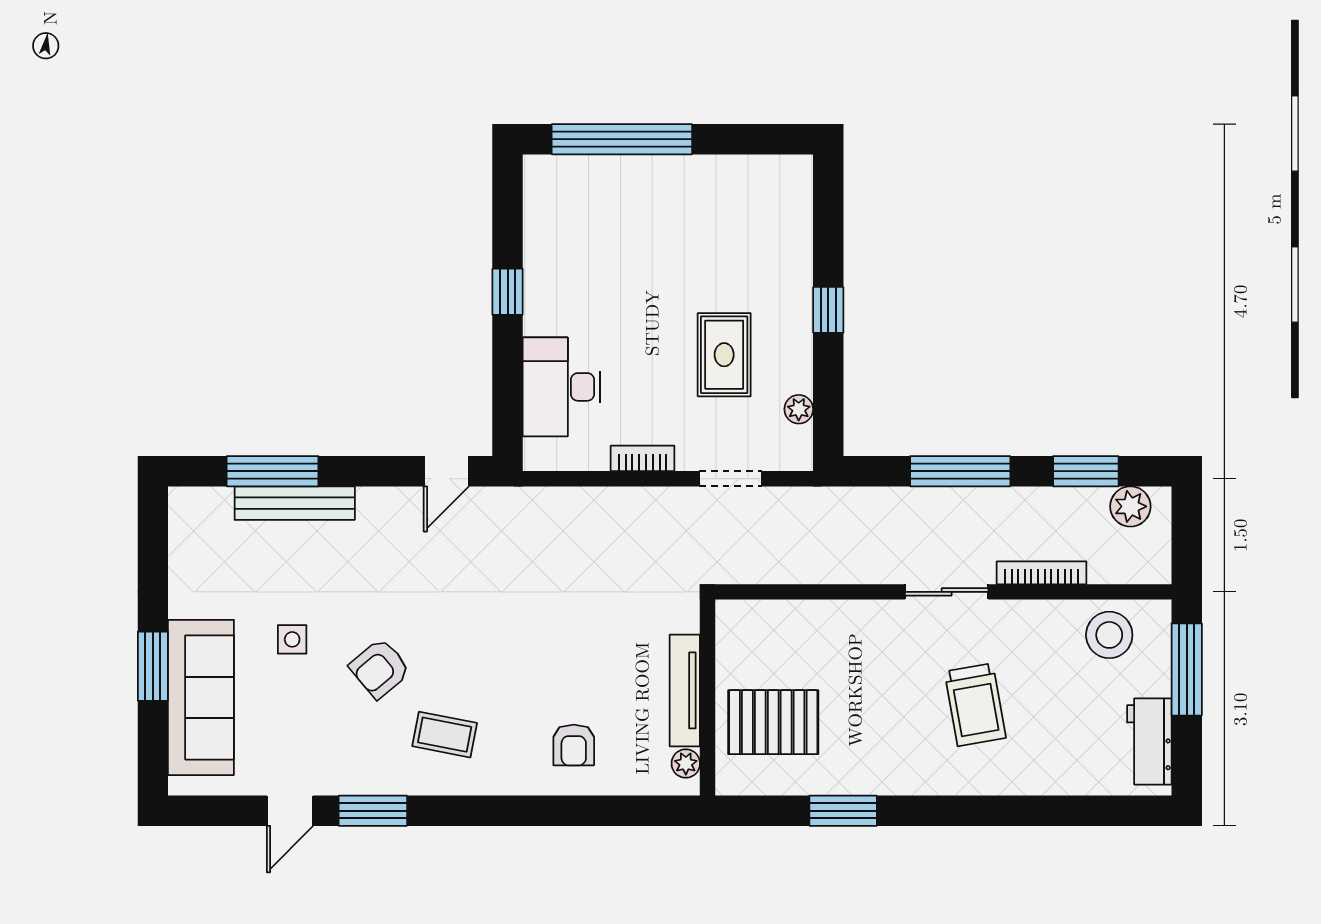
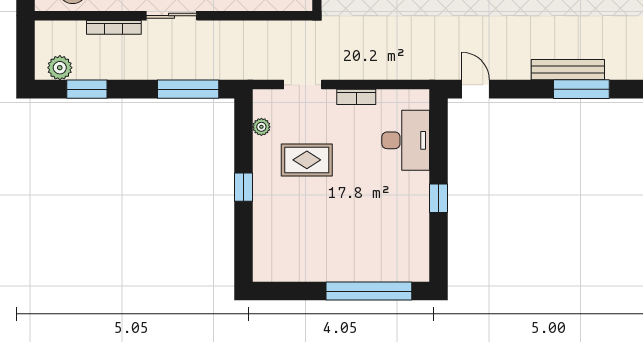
rug: (724, 355) -> (307, 160), turned 90
door: (446, 471) -> (476, 89), hinge flipped
window: (960, 471) -> (188, 89), moved

